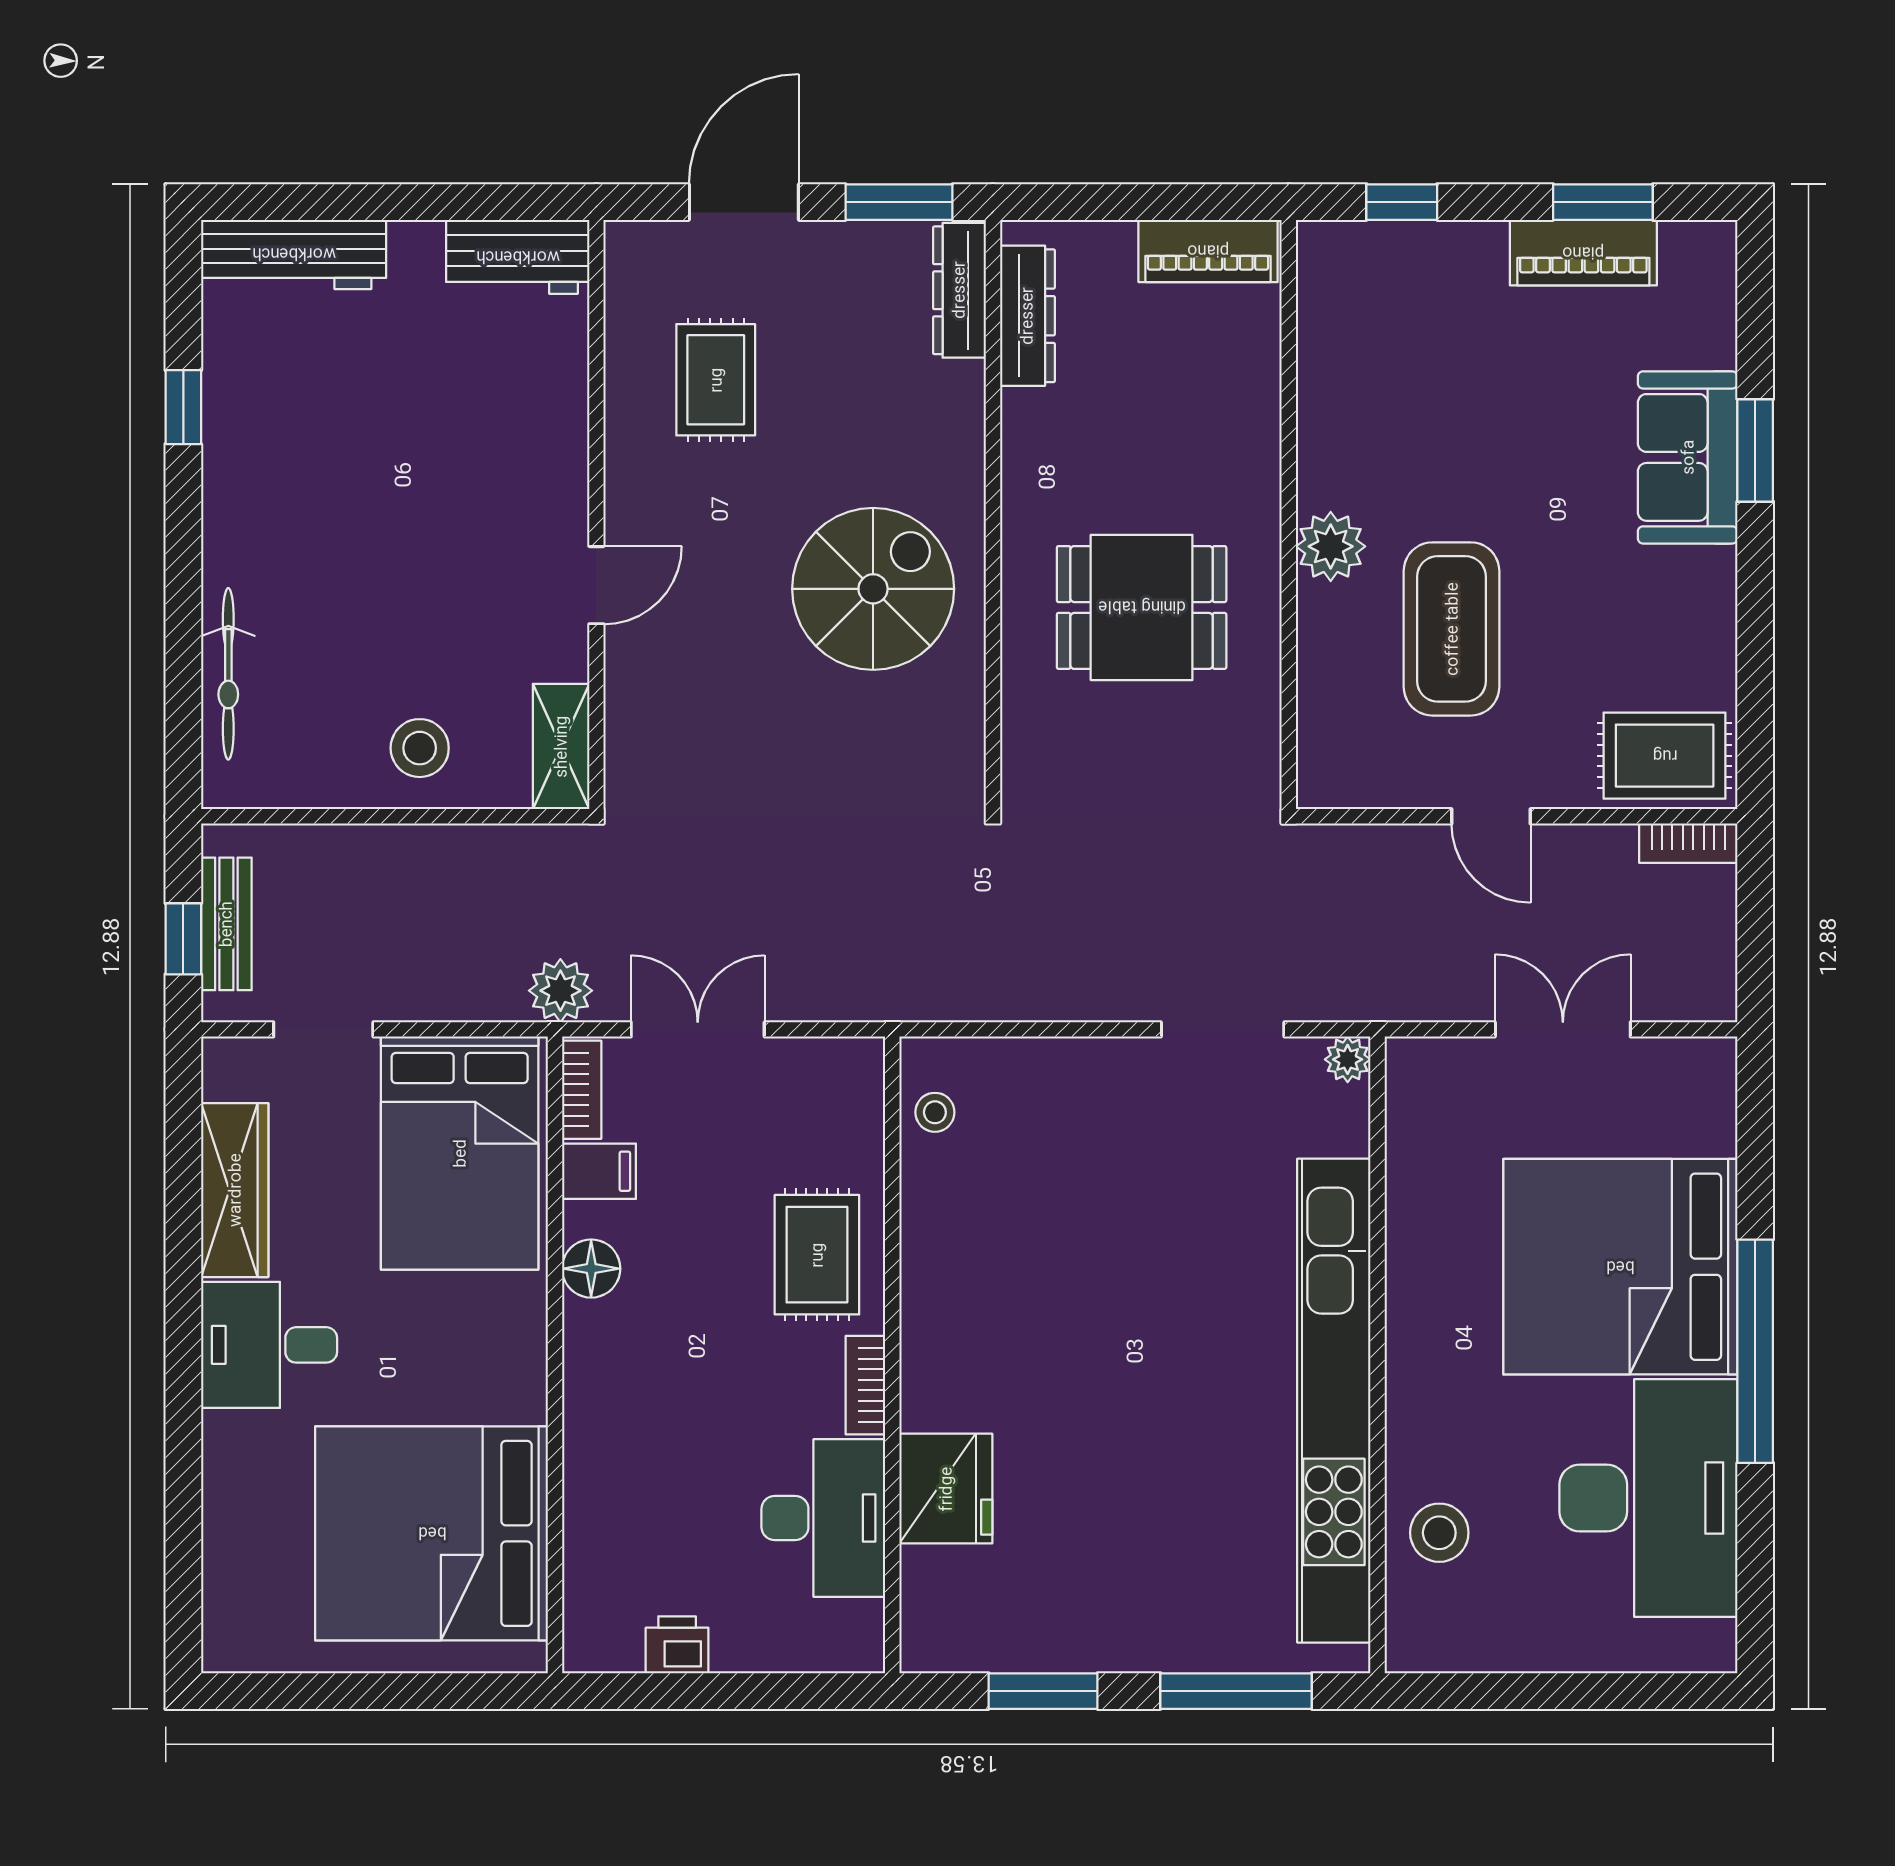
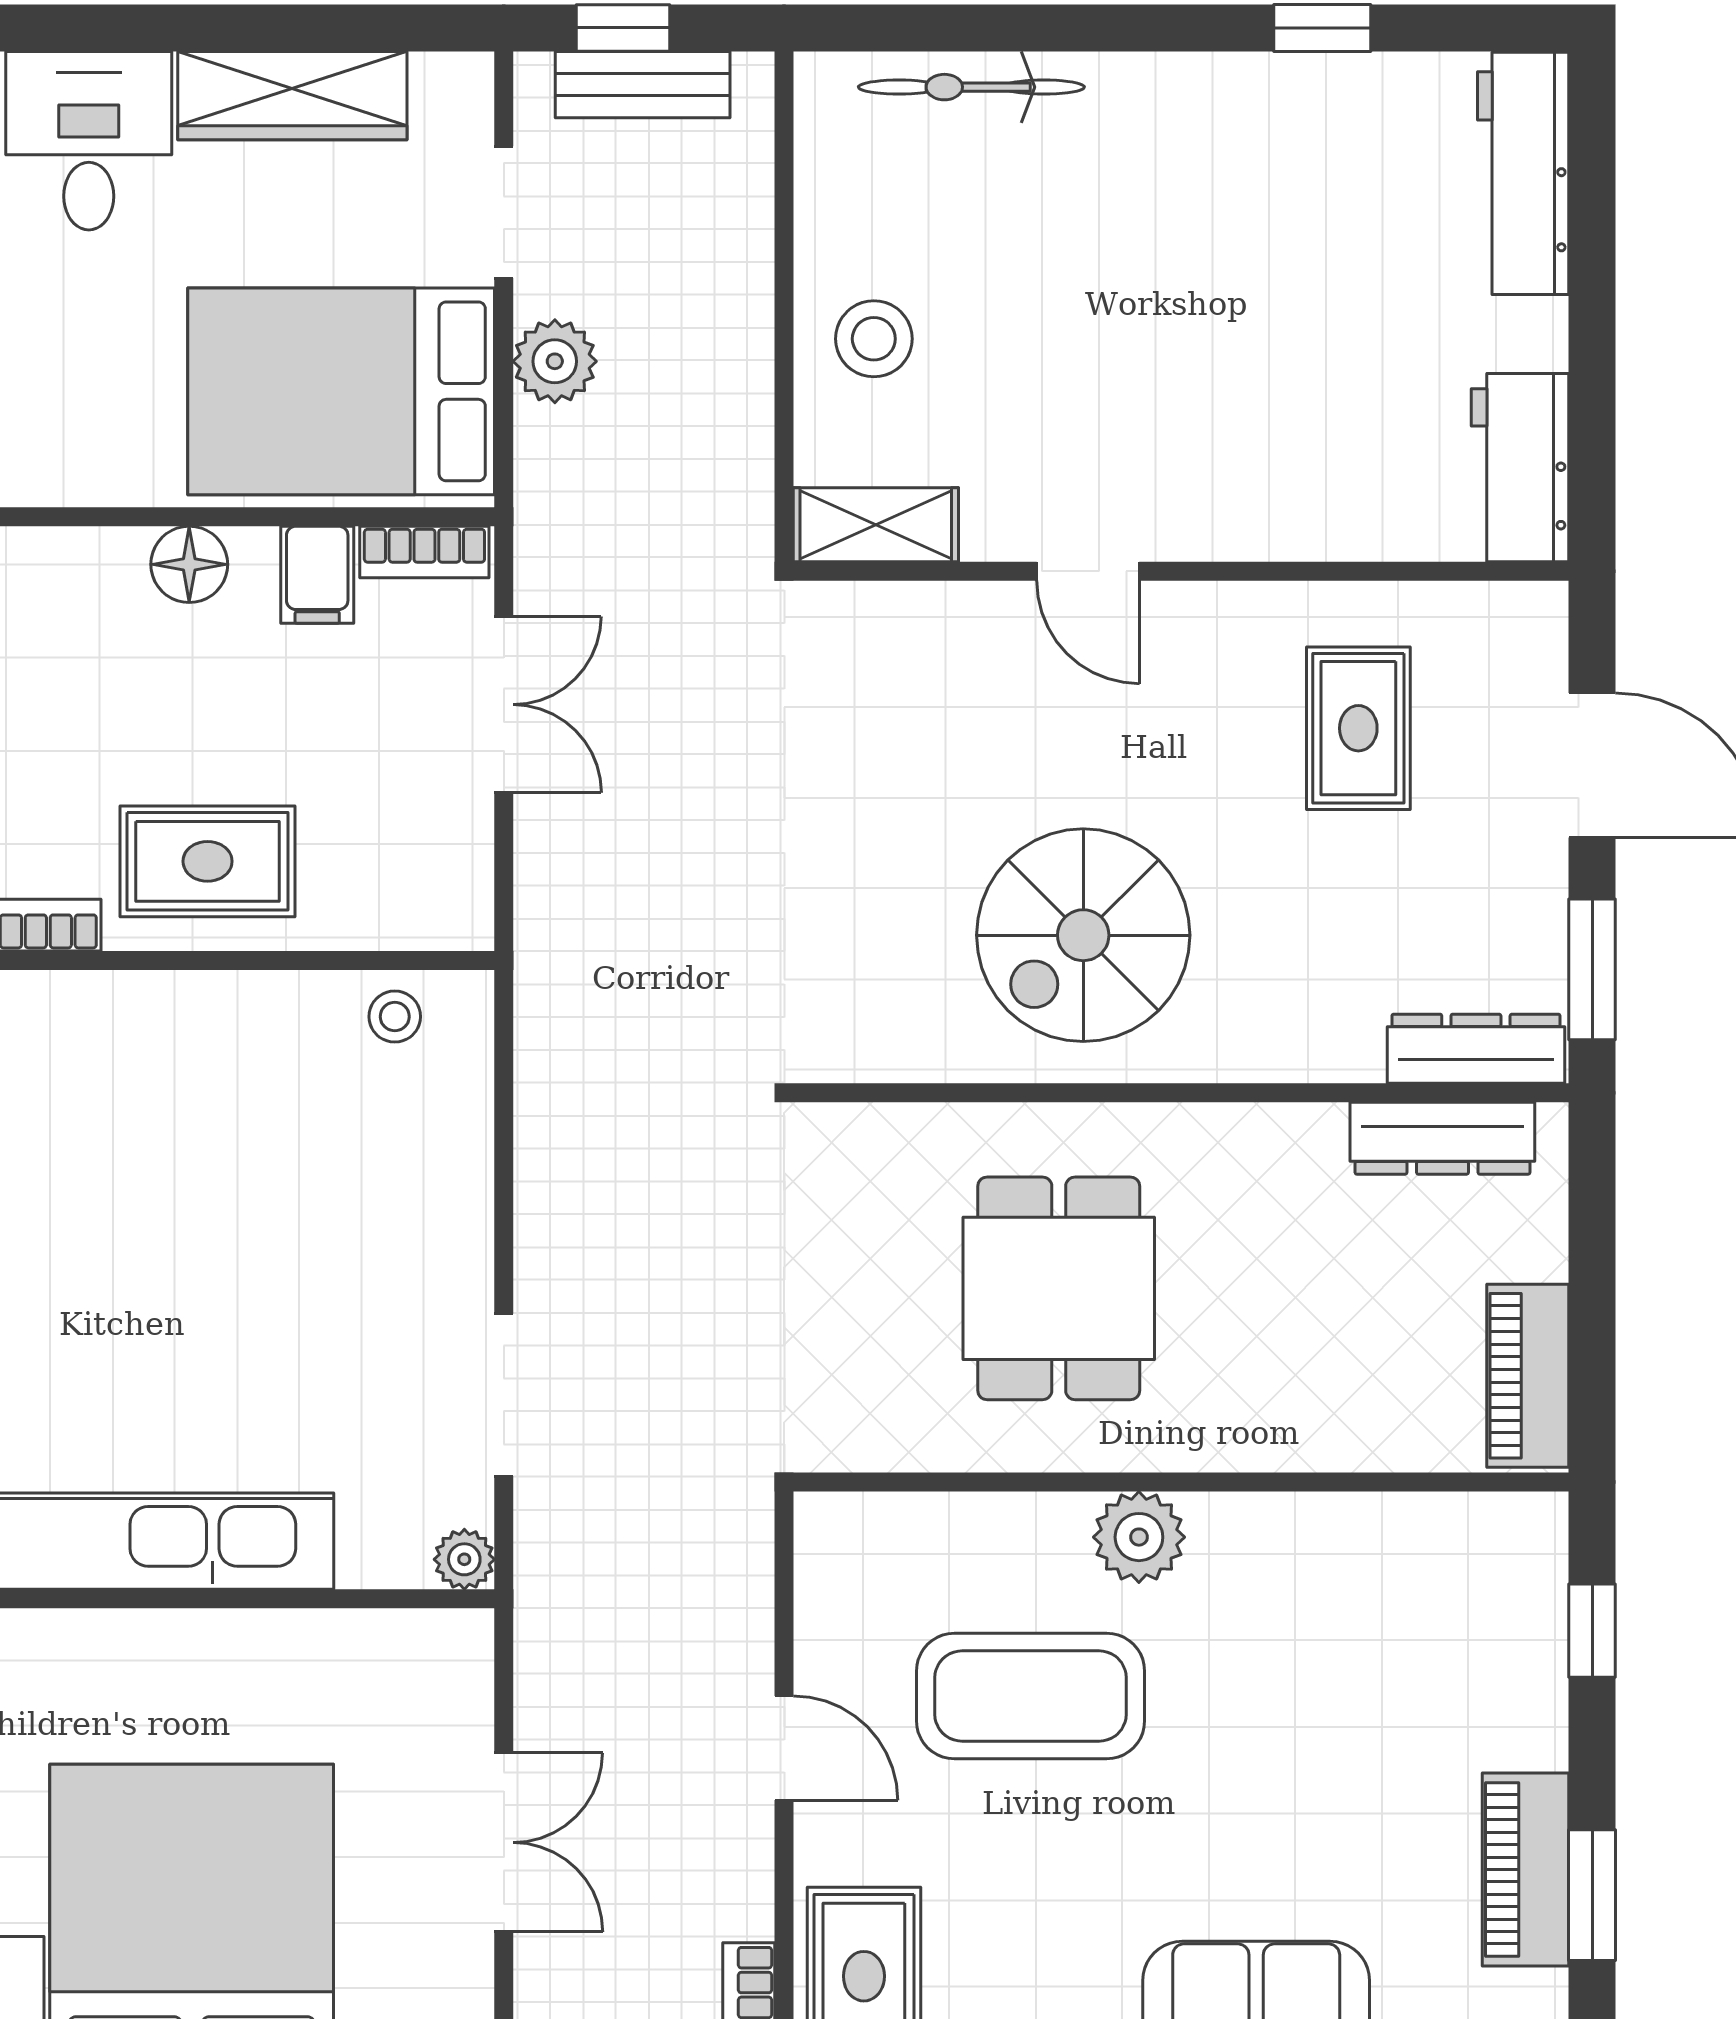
rug: (716, 380) -> (1358, 728), turned 90
spiral stairs: (873, 589) -> (1083, 935), turned 90
door: (1491, 816) -> (784, 1748), swing flipped
plant: (560, 991) -> (555, 361), moved

